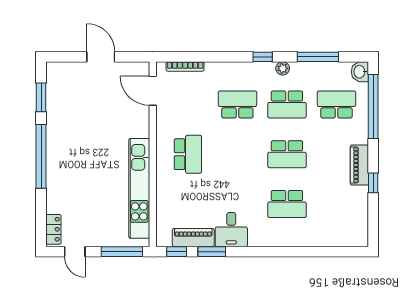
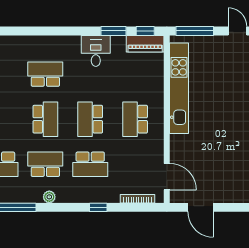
door: (101, 57) -> (201, 207), moved
window: (263, 57) -> (98, 207), moved
school desk: (237, 154) -> (90, 119), added
school desk: (287, 154) -> (45, 119), turned 90
piano: (193, 238) -> (145, 44), moved

